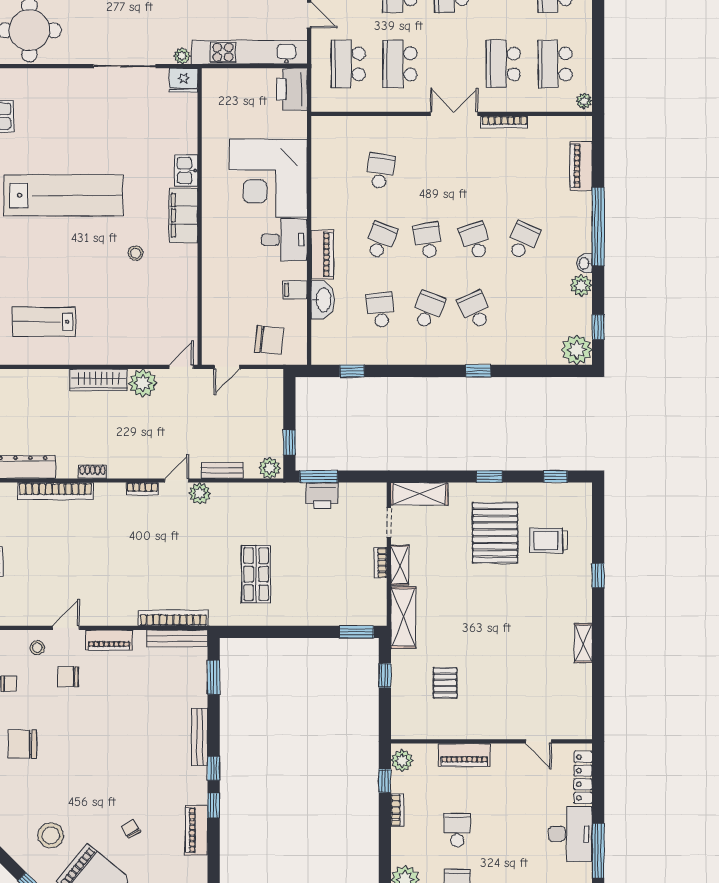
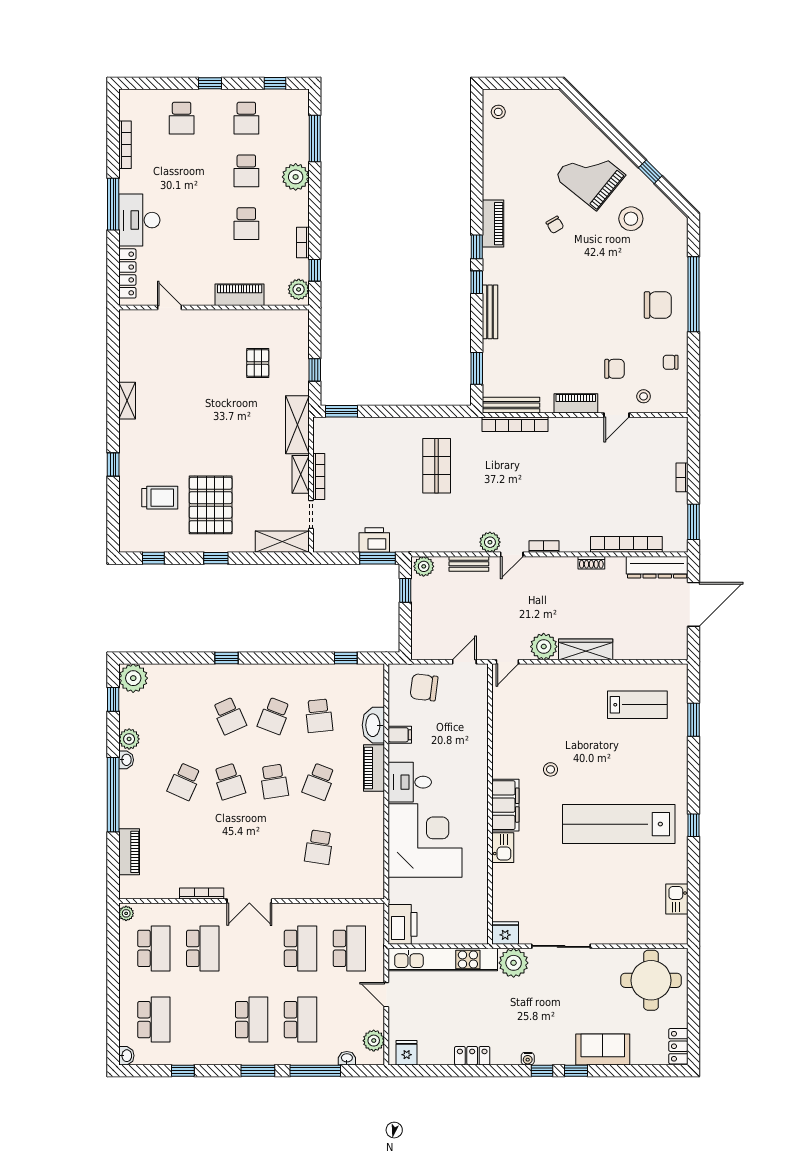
plant: (182, 56) -> (514, 963), width x1.87, depth x1.87
bookcase: (381, 563) -> (319, 477), width x1.56

